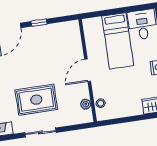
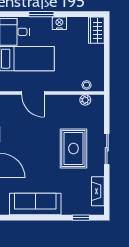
door: (88, 70) -> (33, 93), moved

